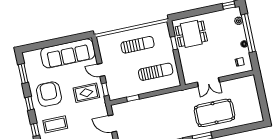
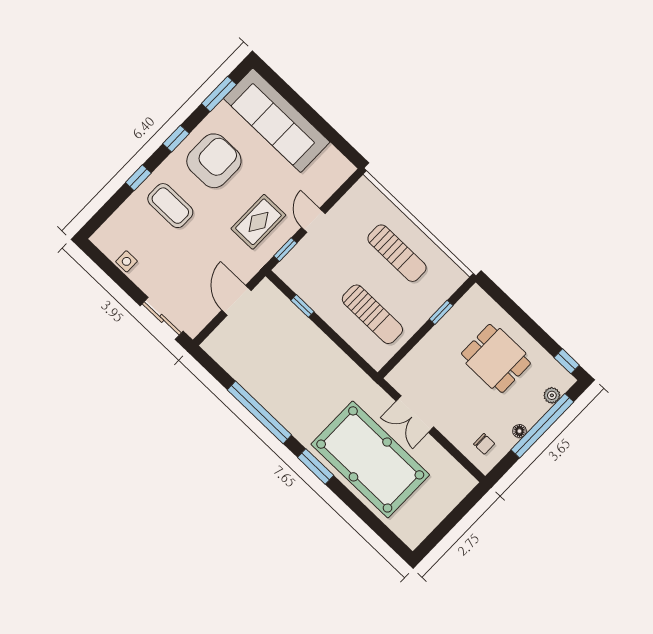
dining table: (191, 34) -> (496, 358), moved
sofa: (68, 53) -> (277, 120), moved
rug: (86, 93) -> (258, 222), turned 90
pool table: (215, 113) -> (370, 459), width x1.36, depth x1.32

